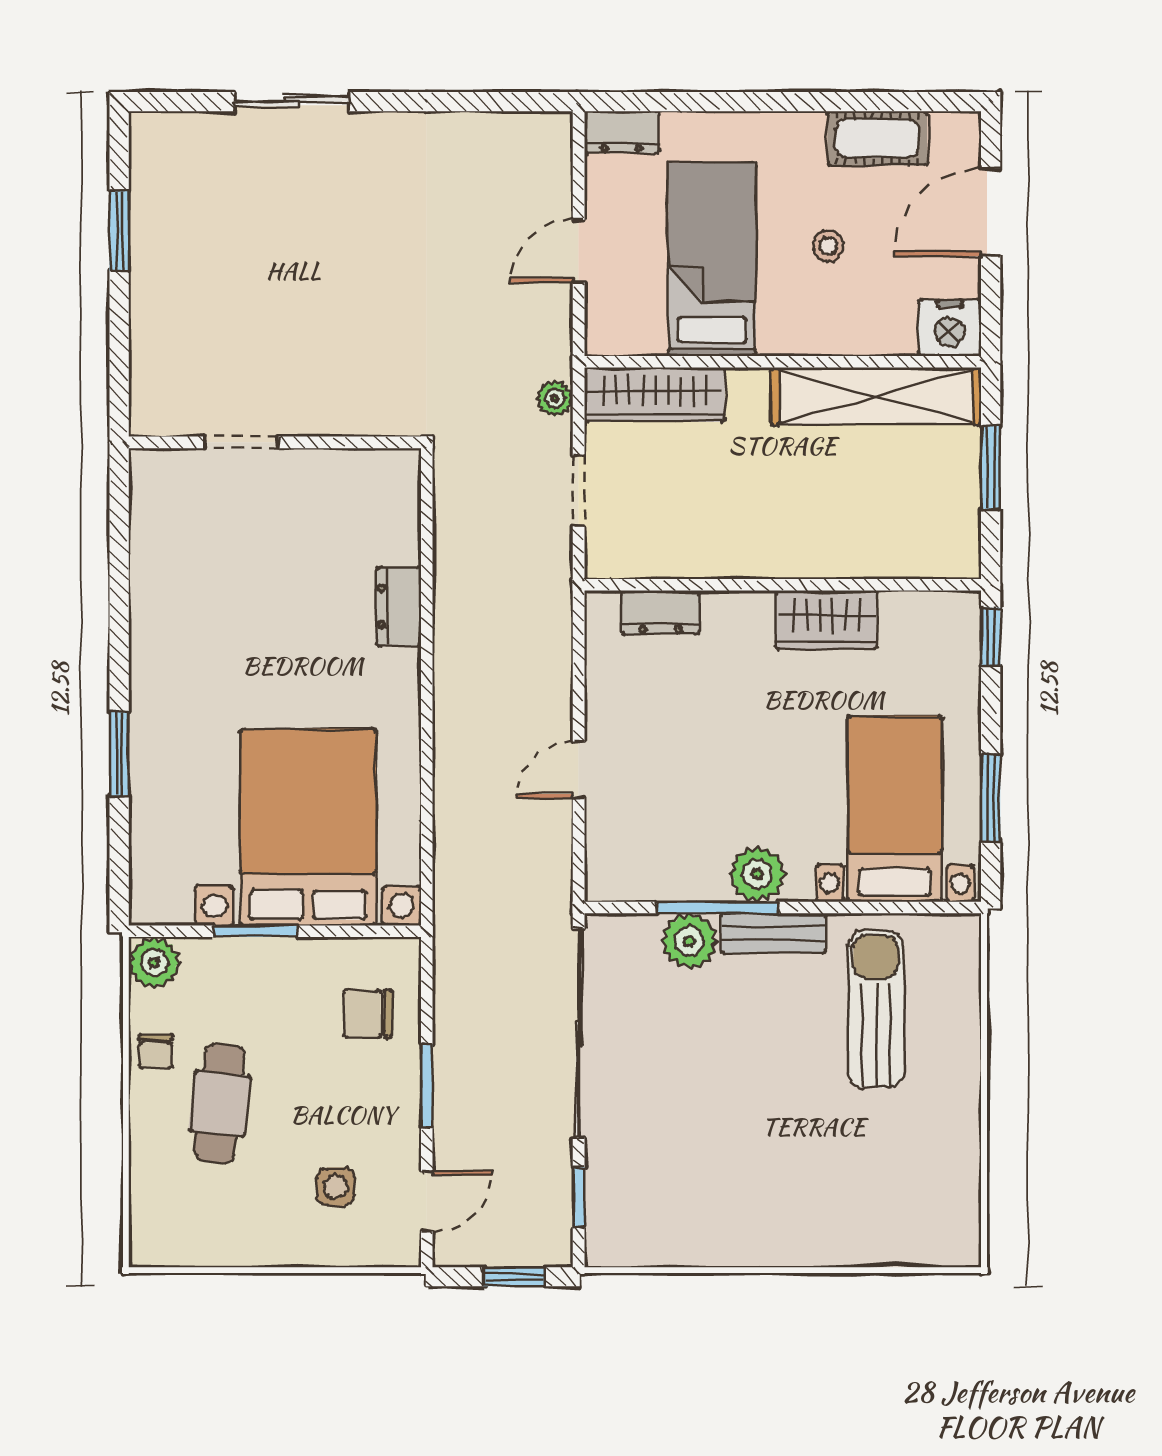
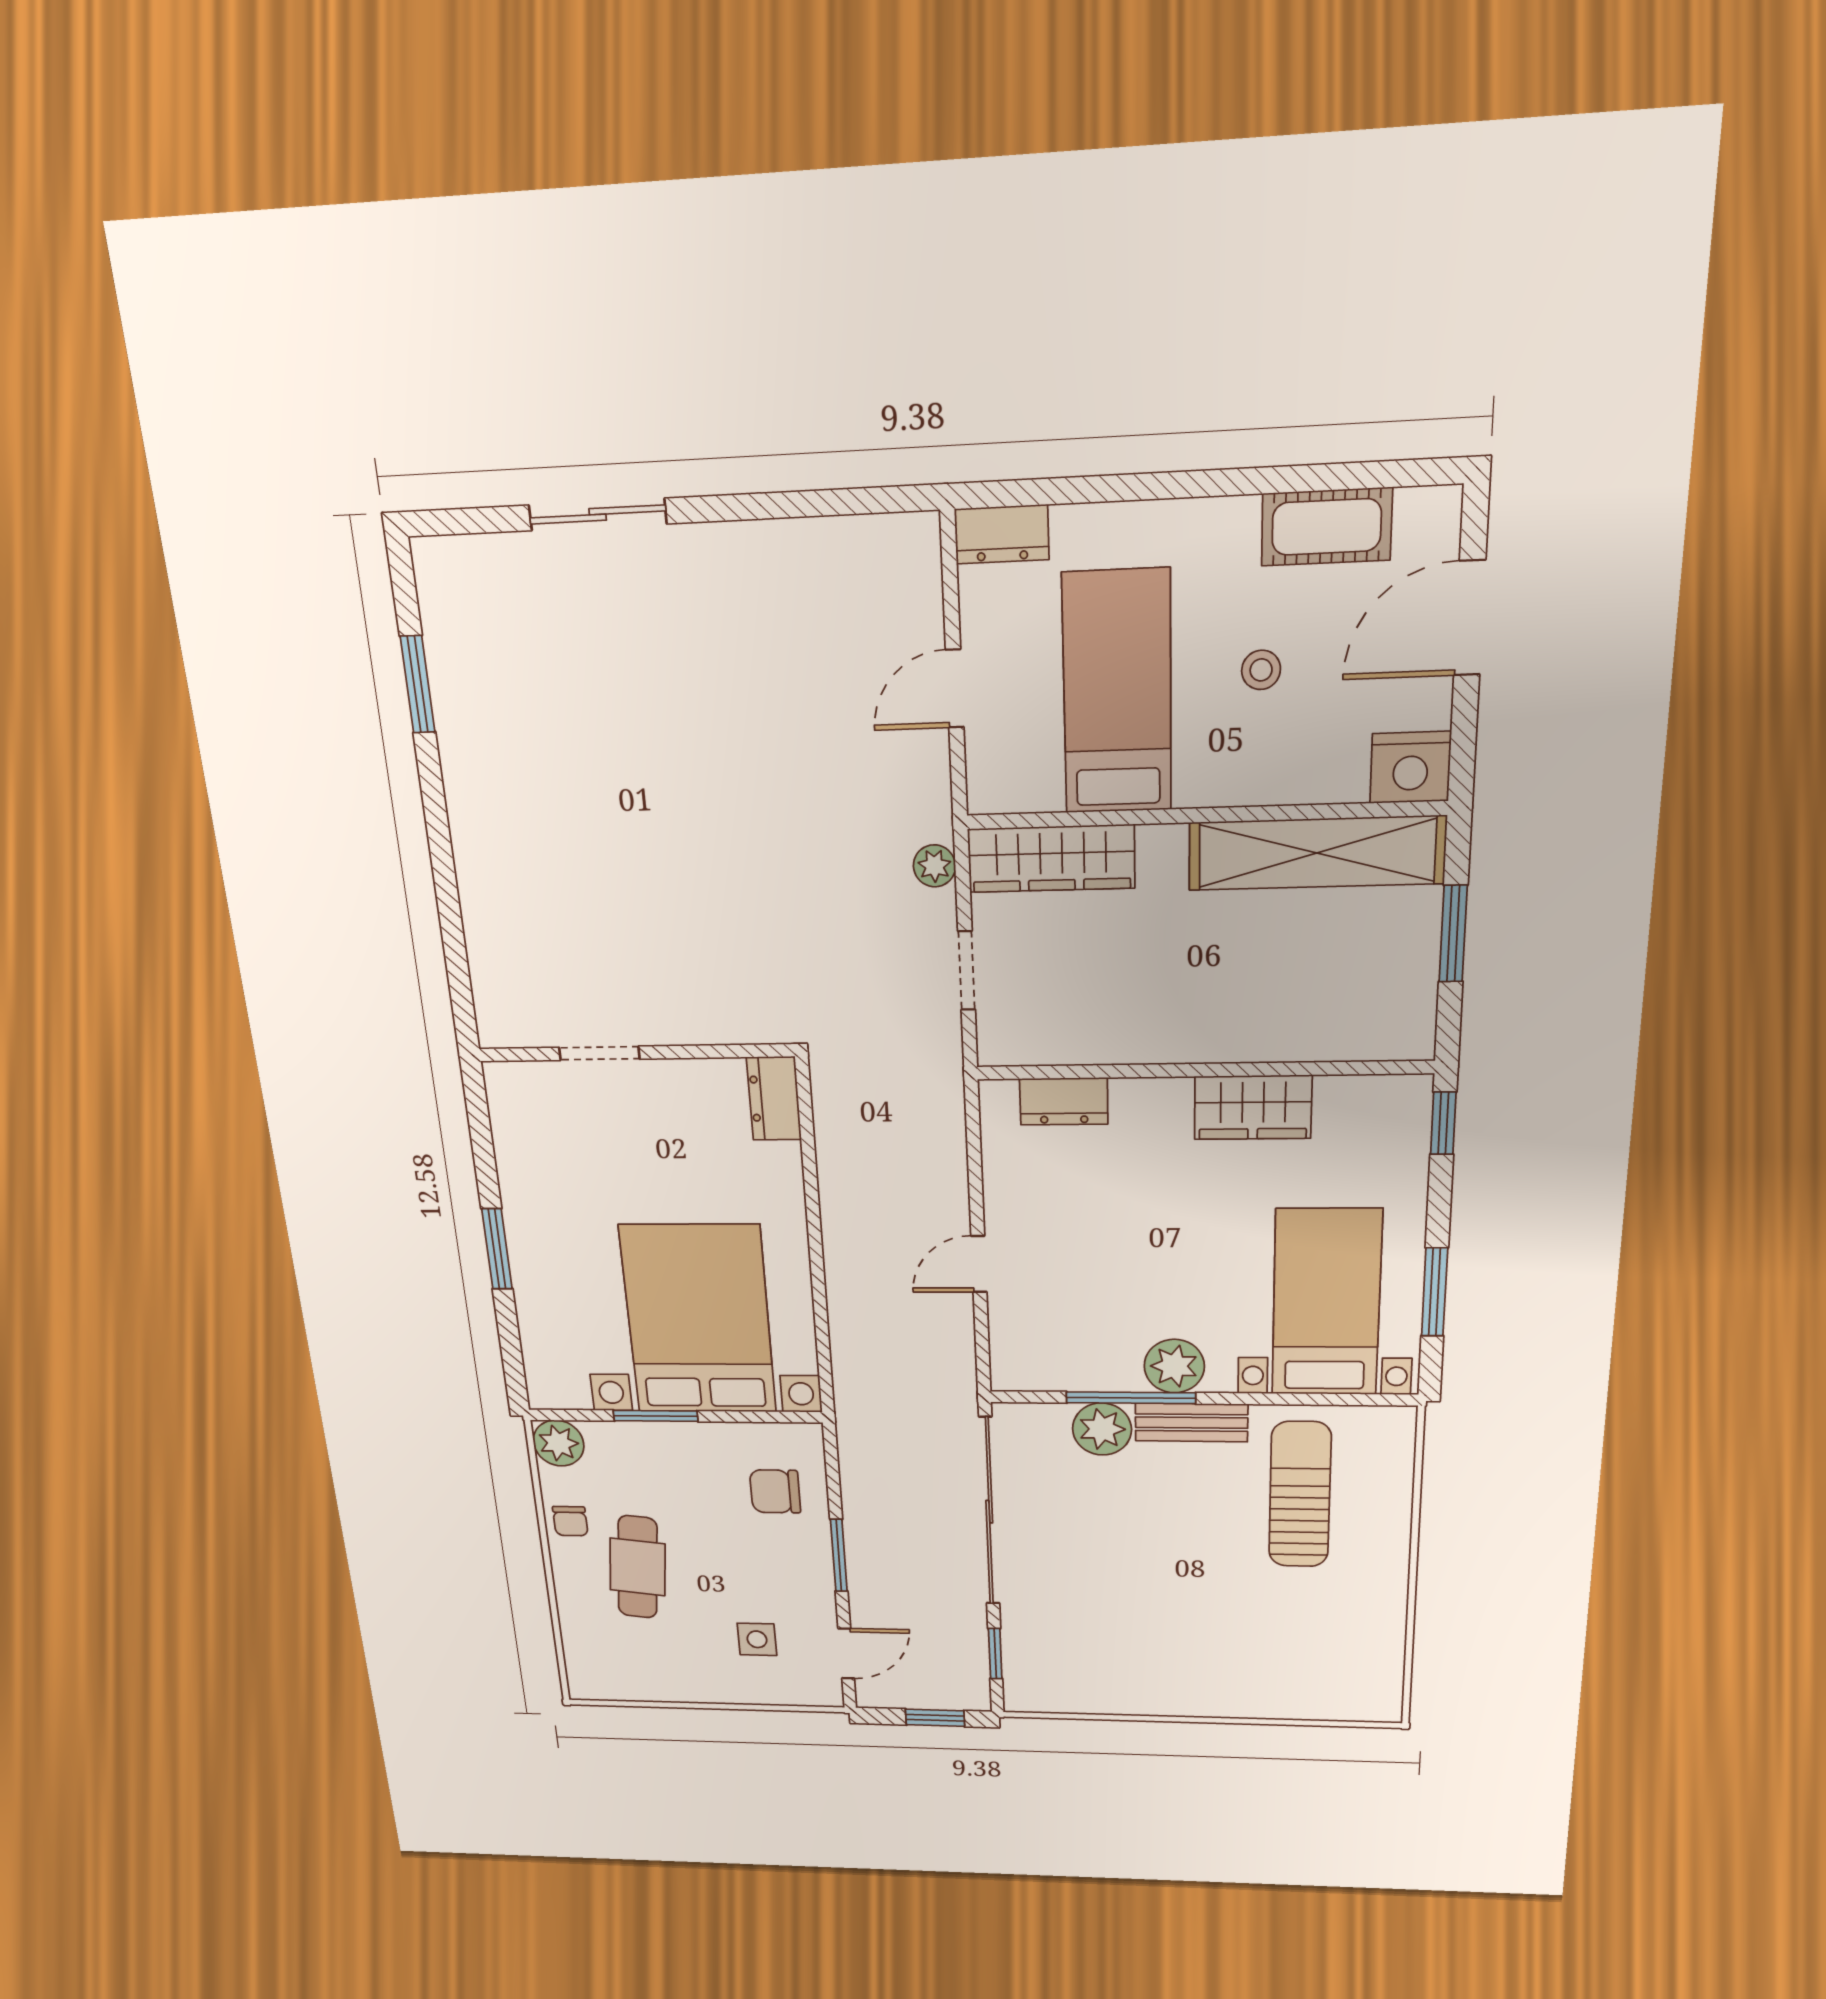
doorway: (241, 442) -> (599, 1053), moved
wall: (275, 442) -> (635, 1053), moved

